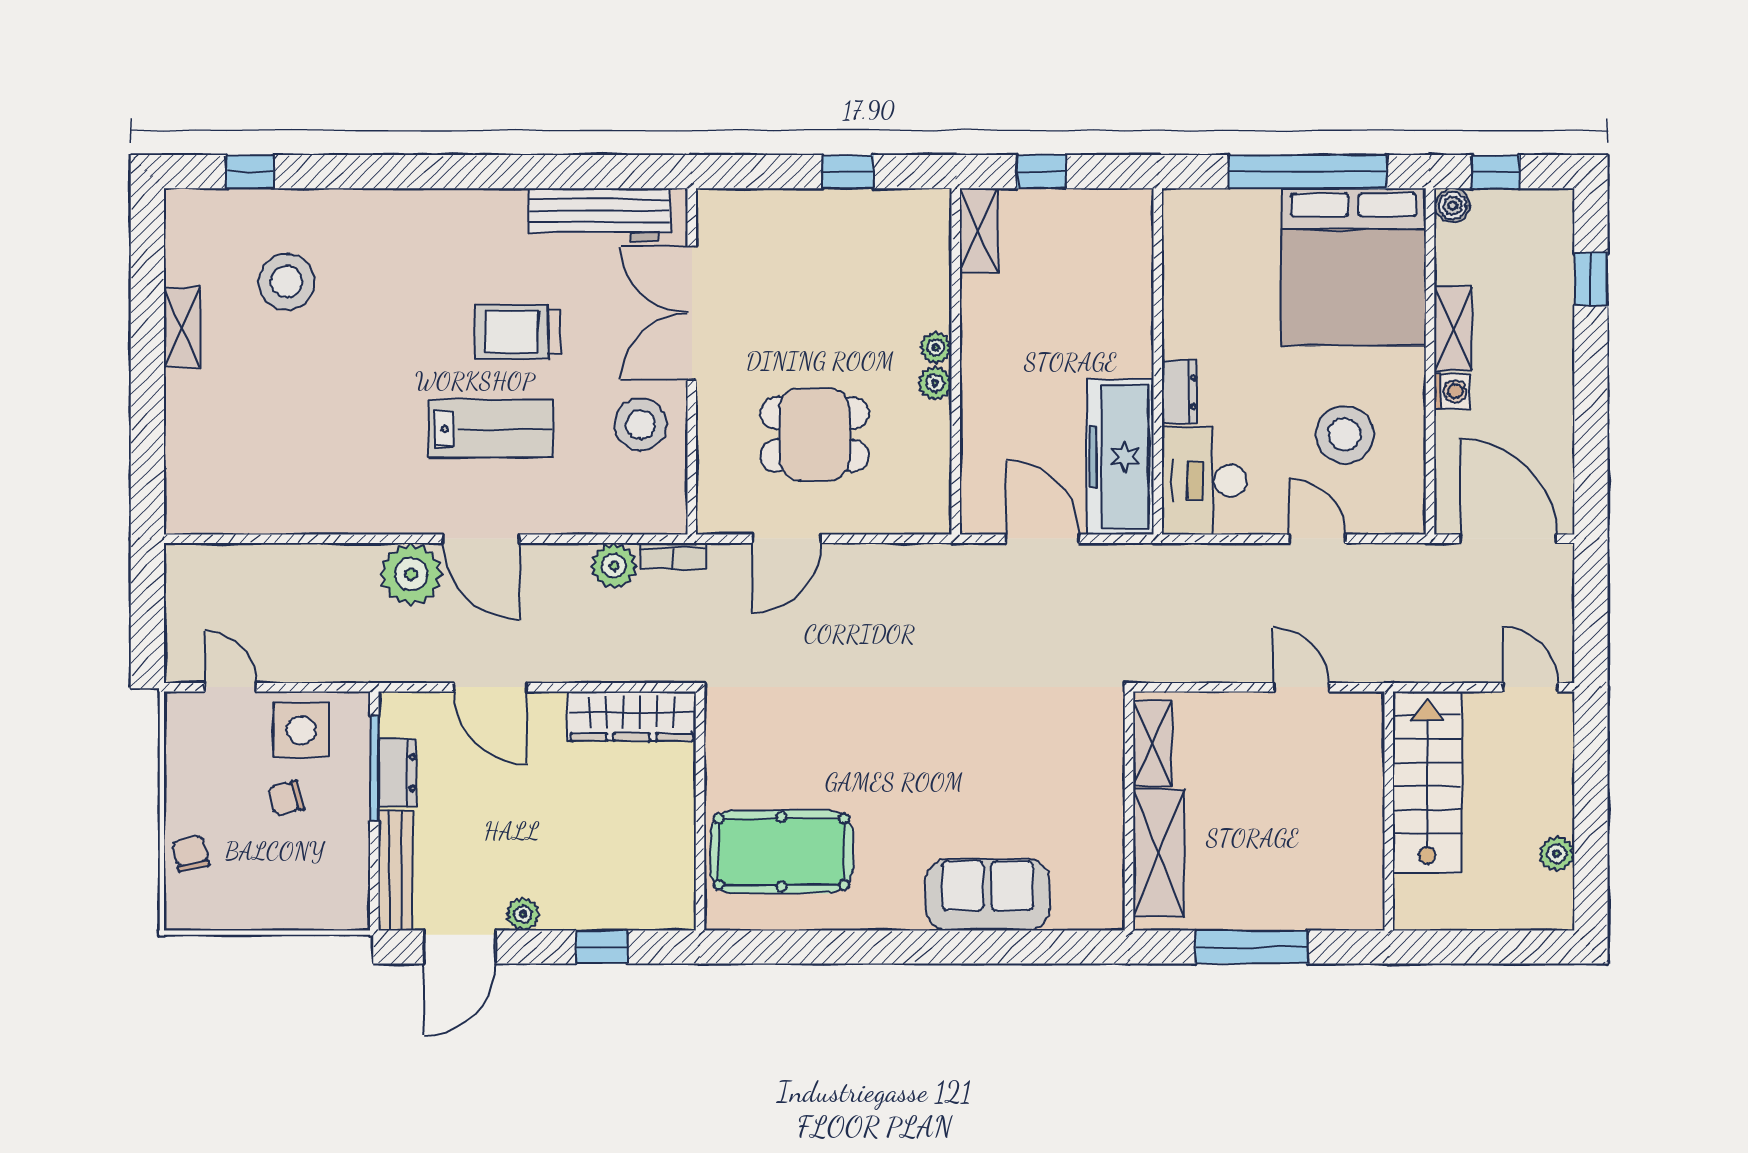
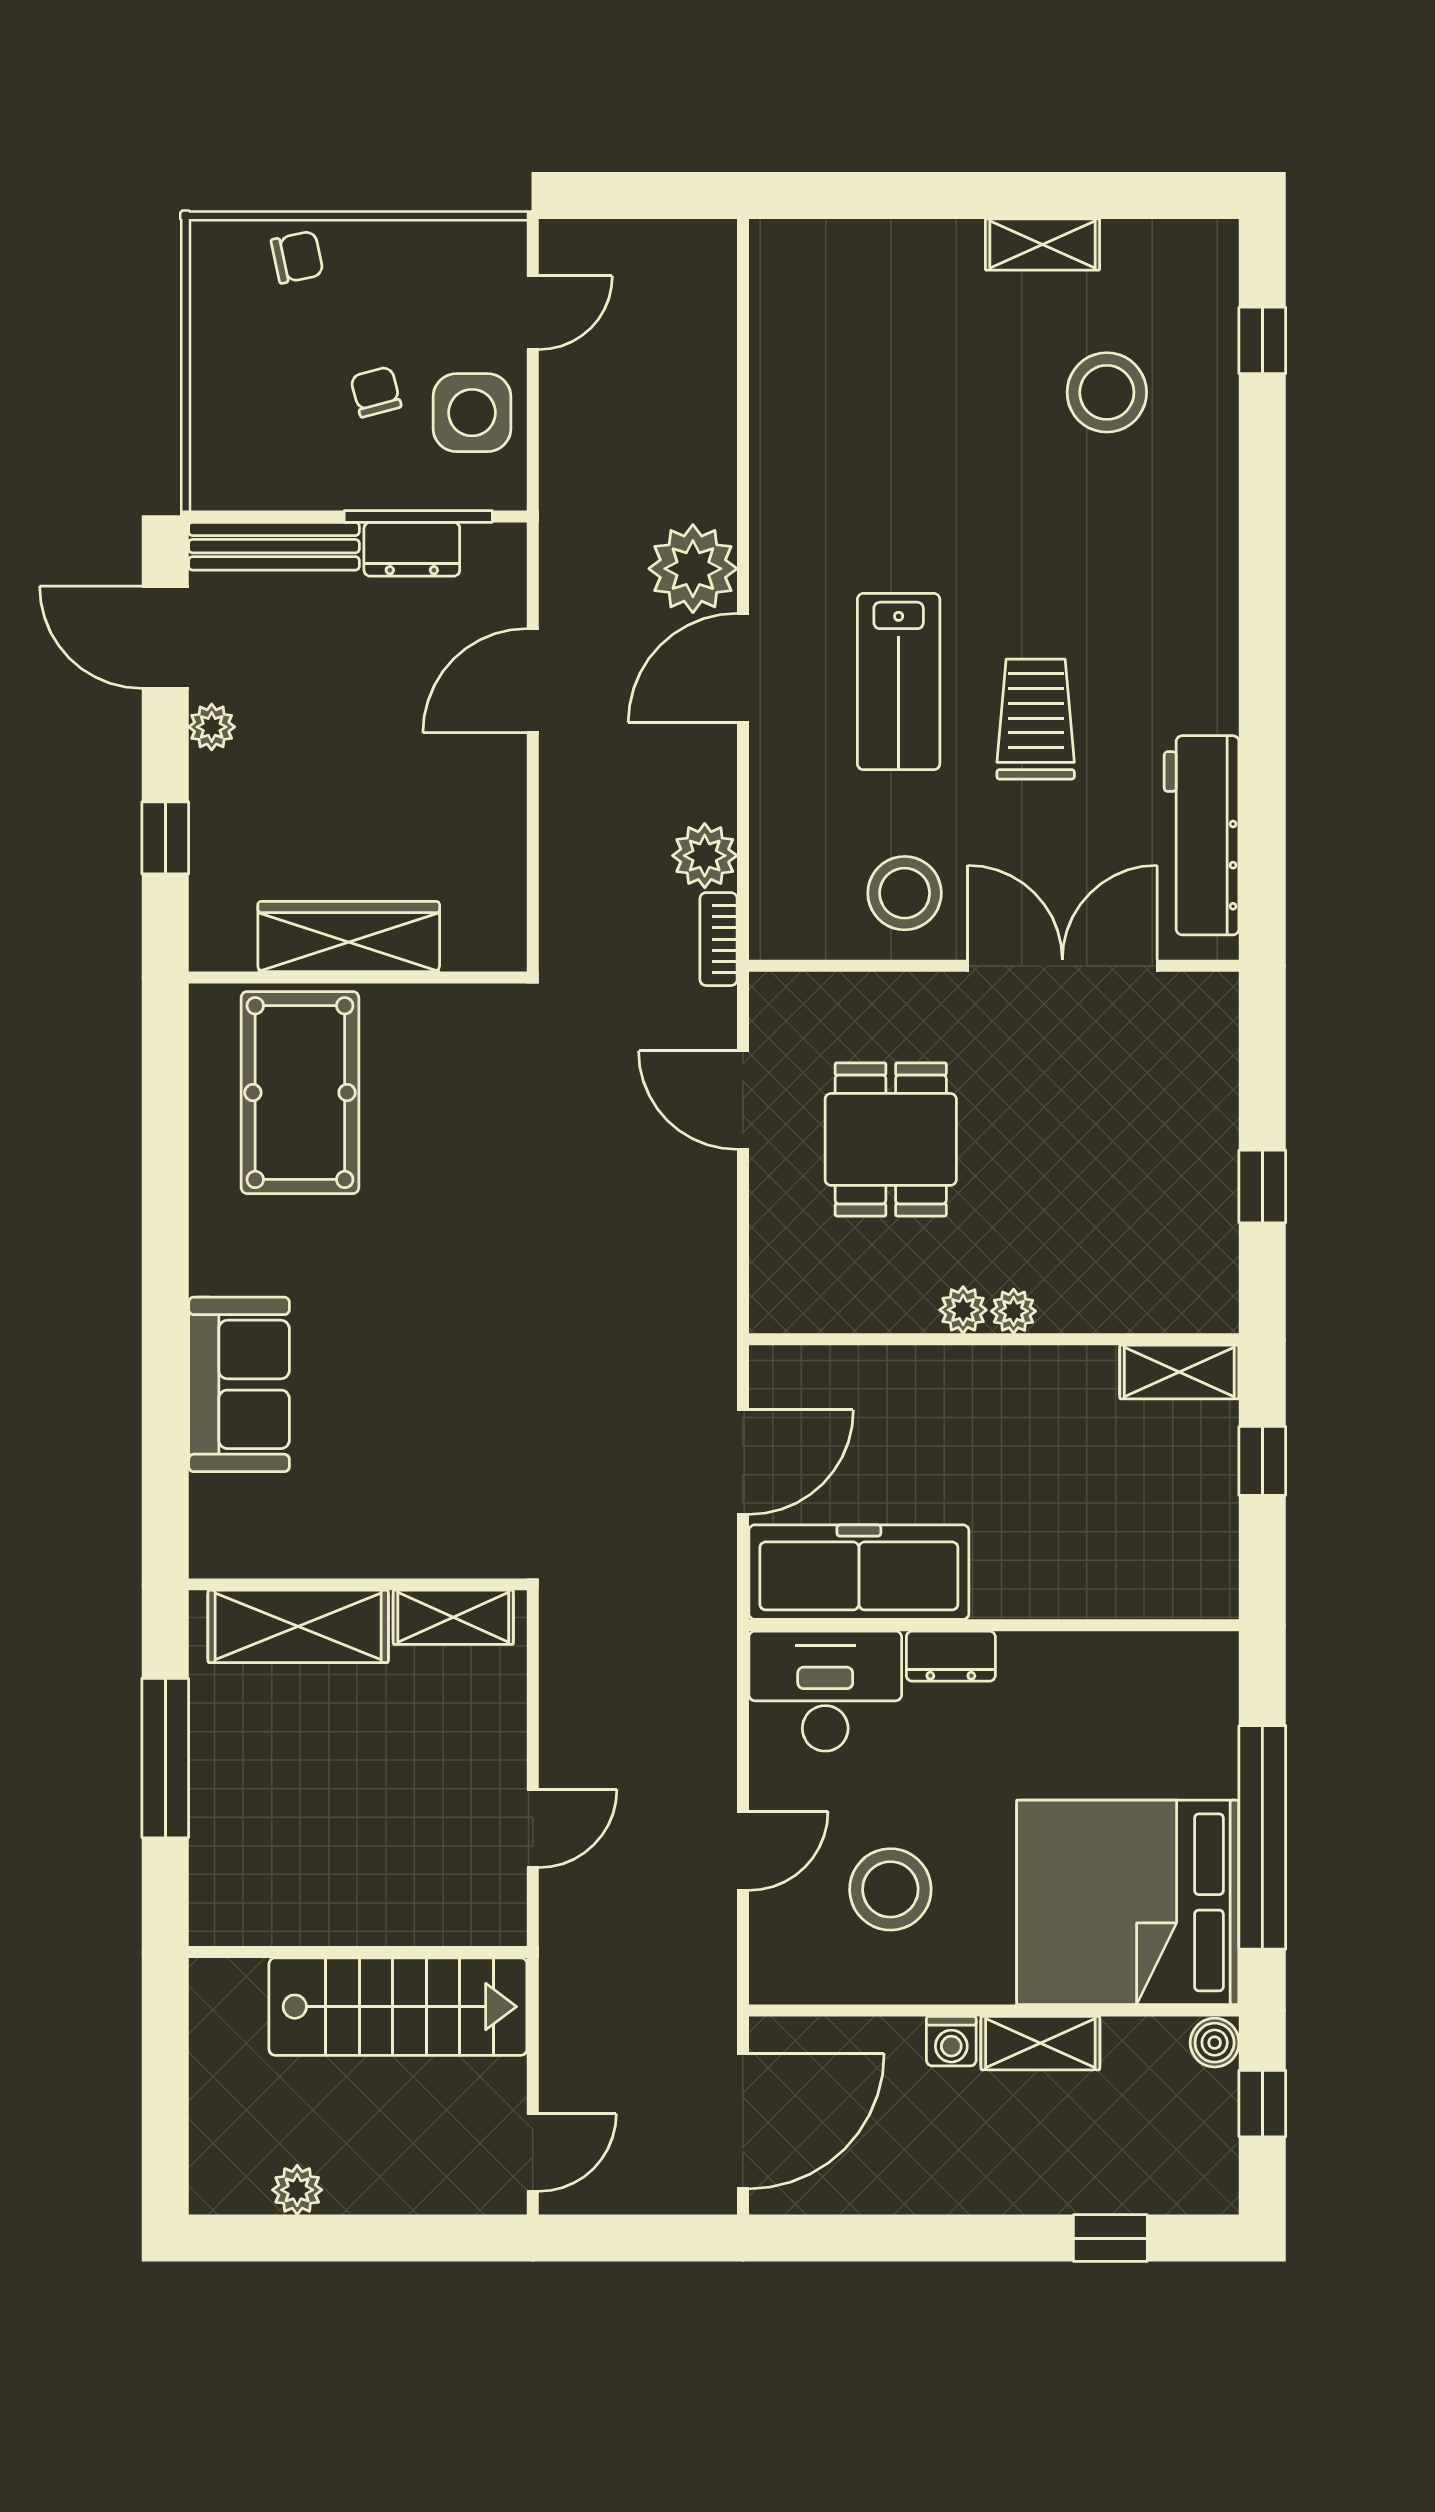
wardrobe: (632, 716) -> (349, 936), moved, turned 90

